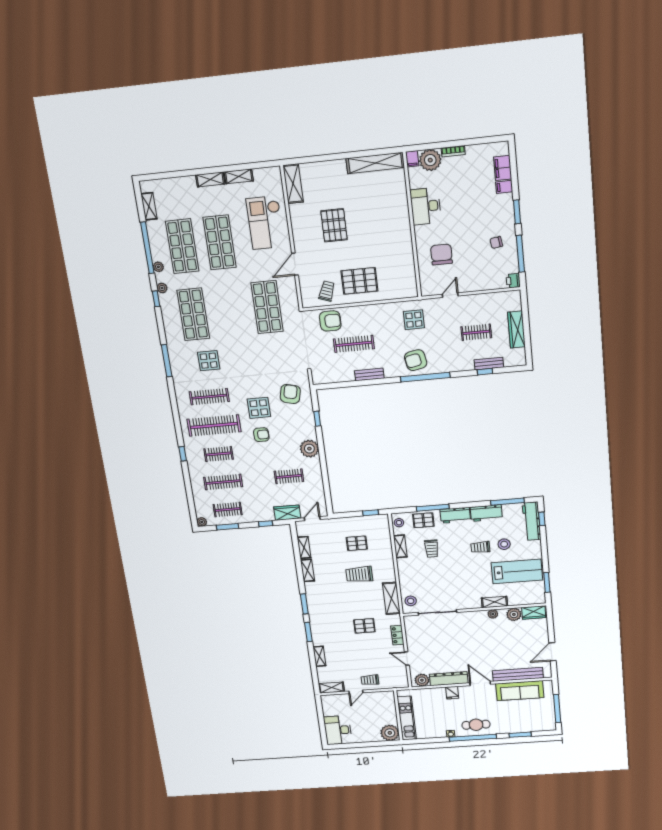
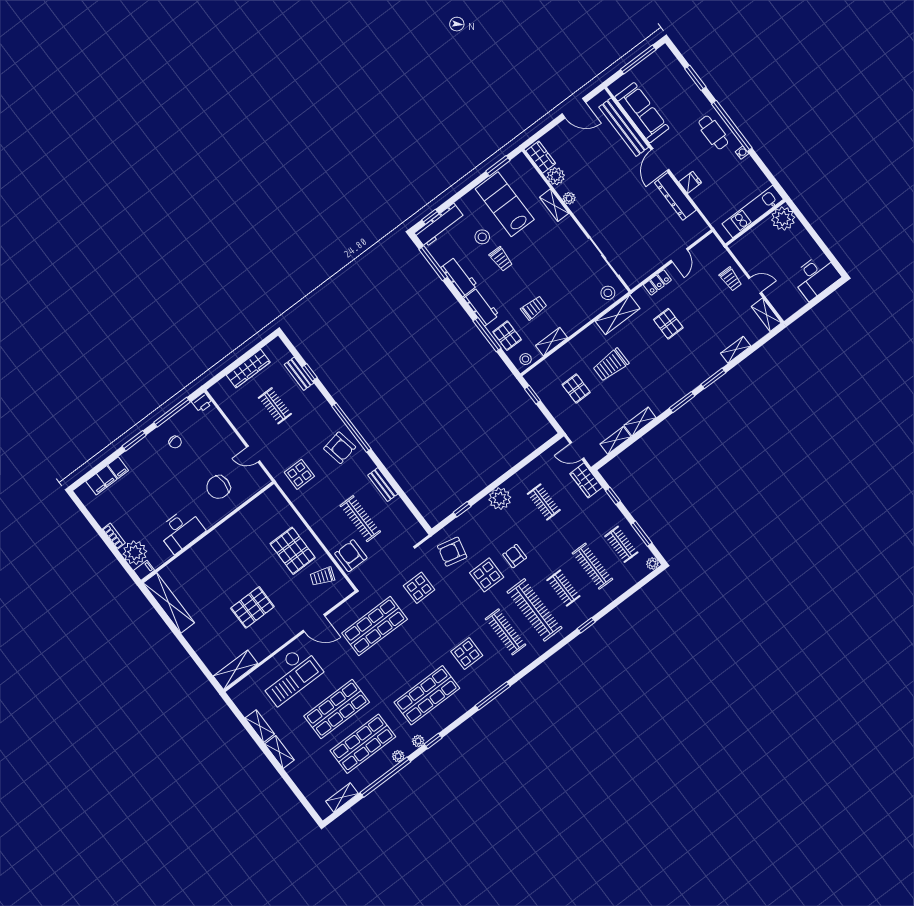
display table: (277, 355) -> (419, 588), added
trolley: (359, 574) -> (611, 365), turned 90
plant: (422, 680) -> (695, 224), removed

